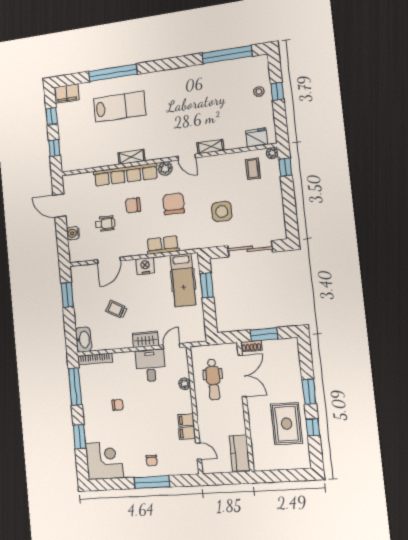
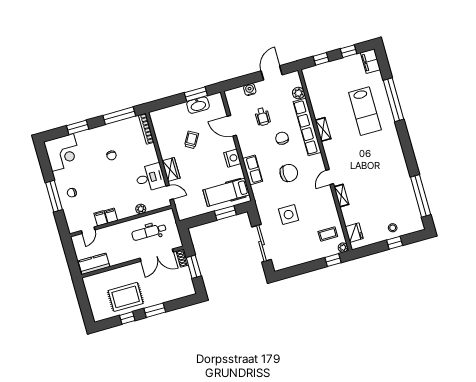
plant: (165, 168) -> (299, 93), moved
washbasin: (83, 340) -> (198, 105), moved

